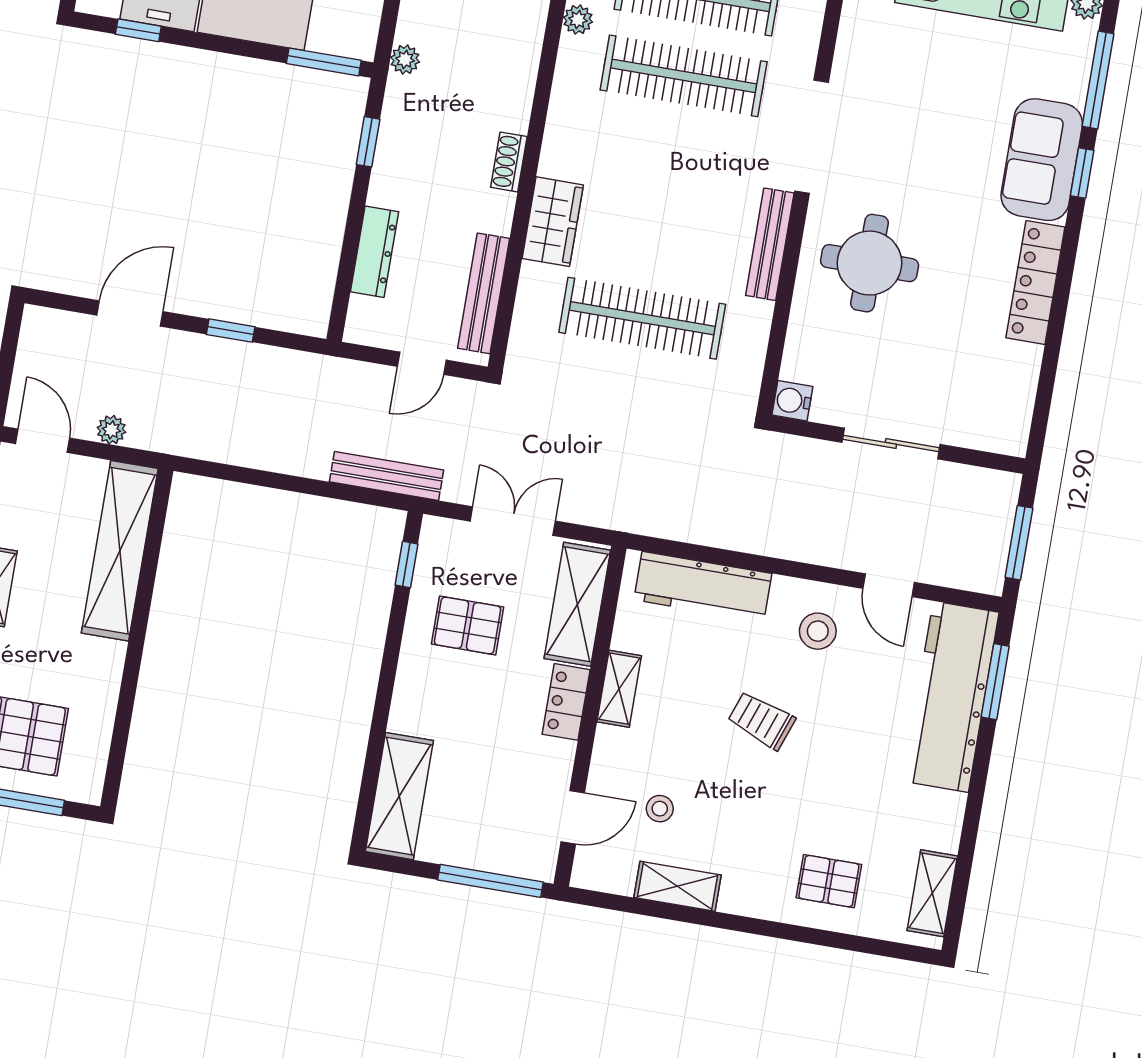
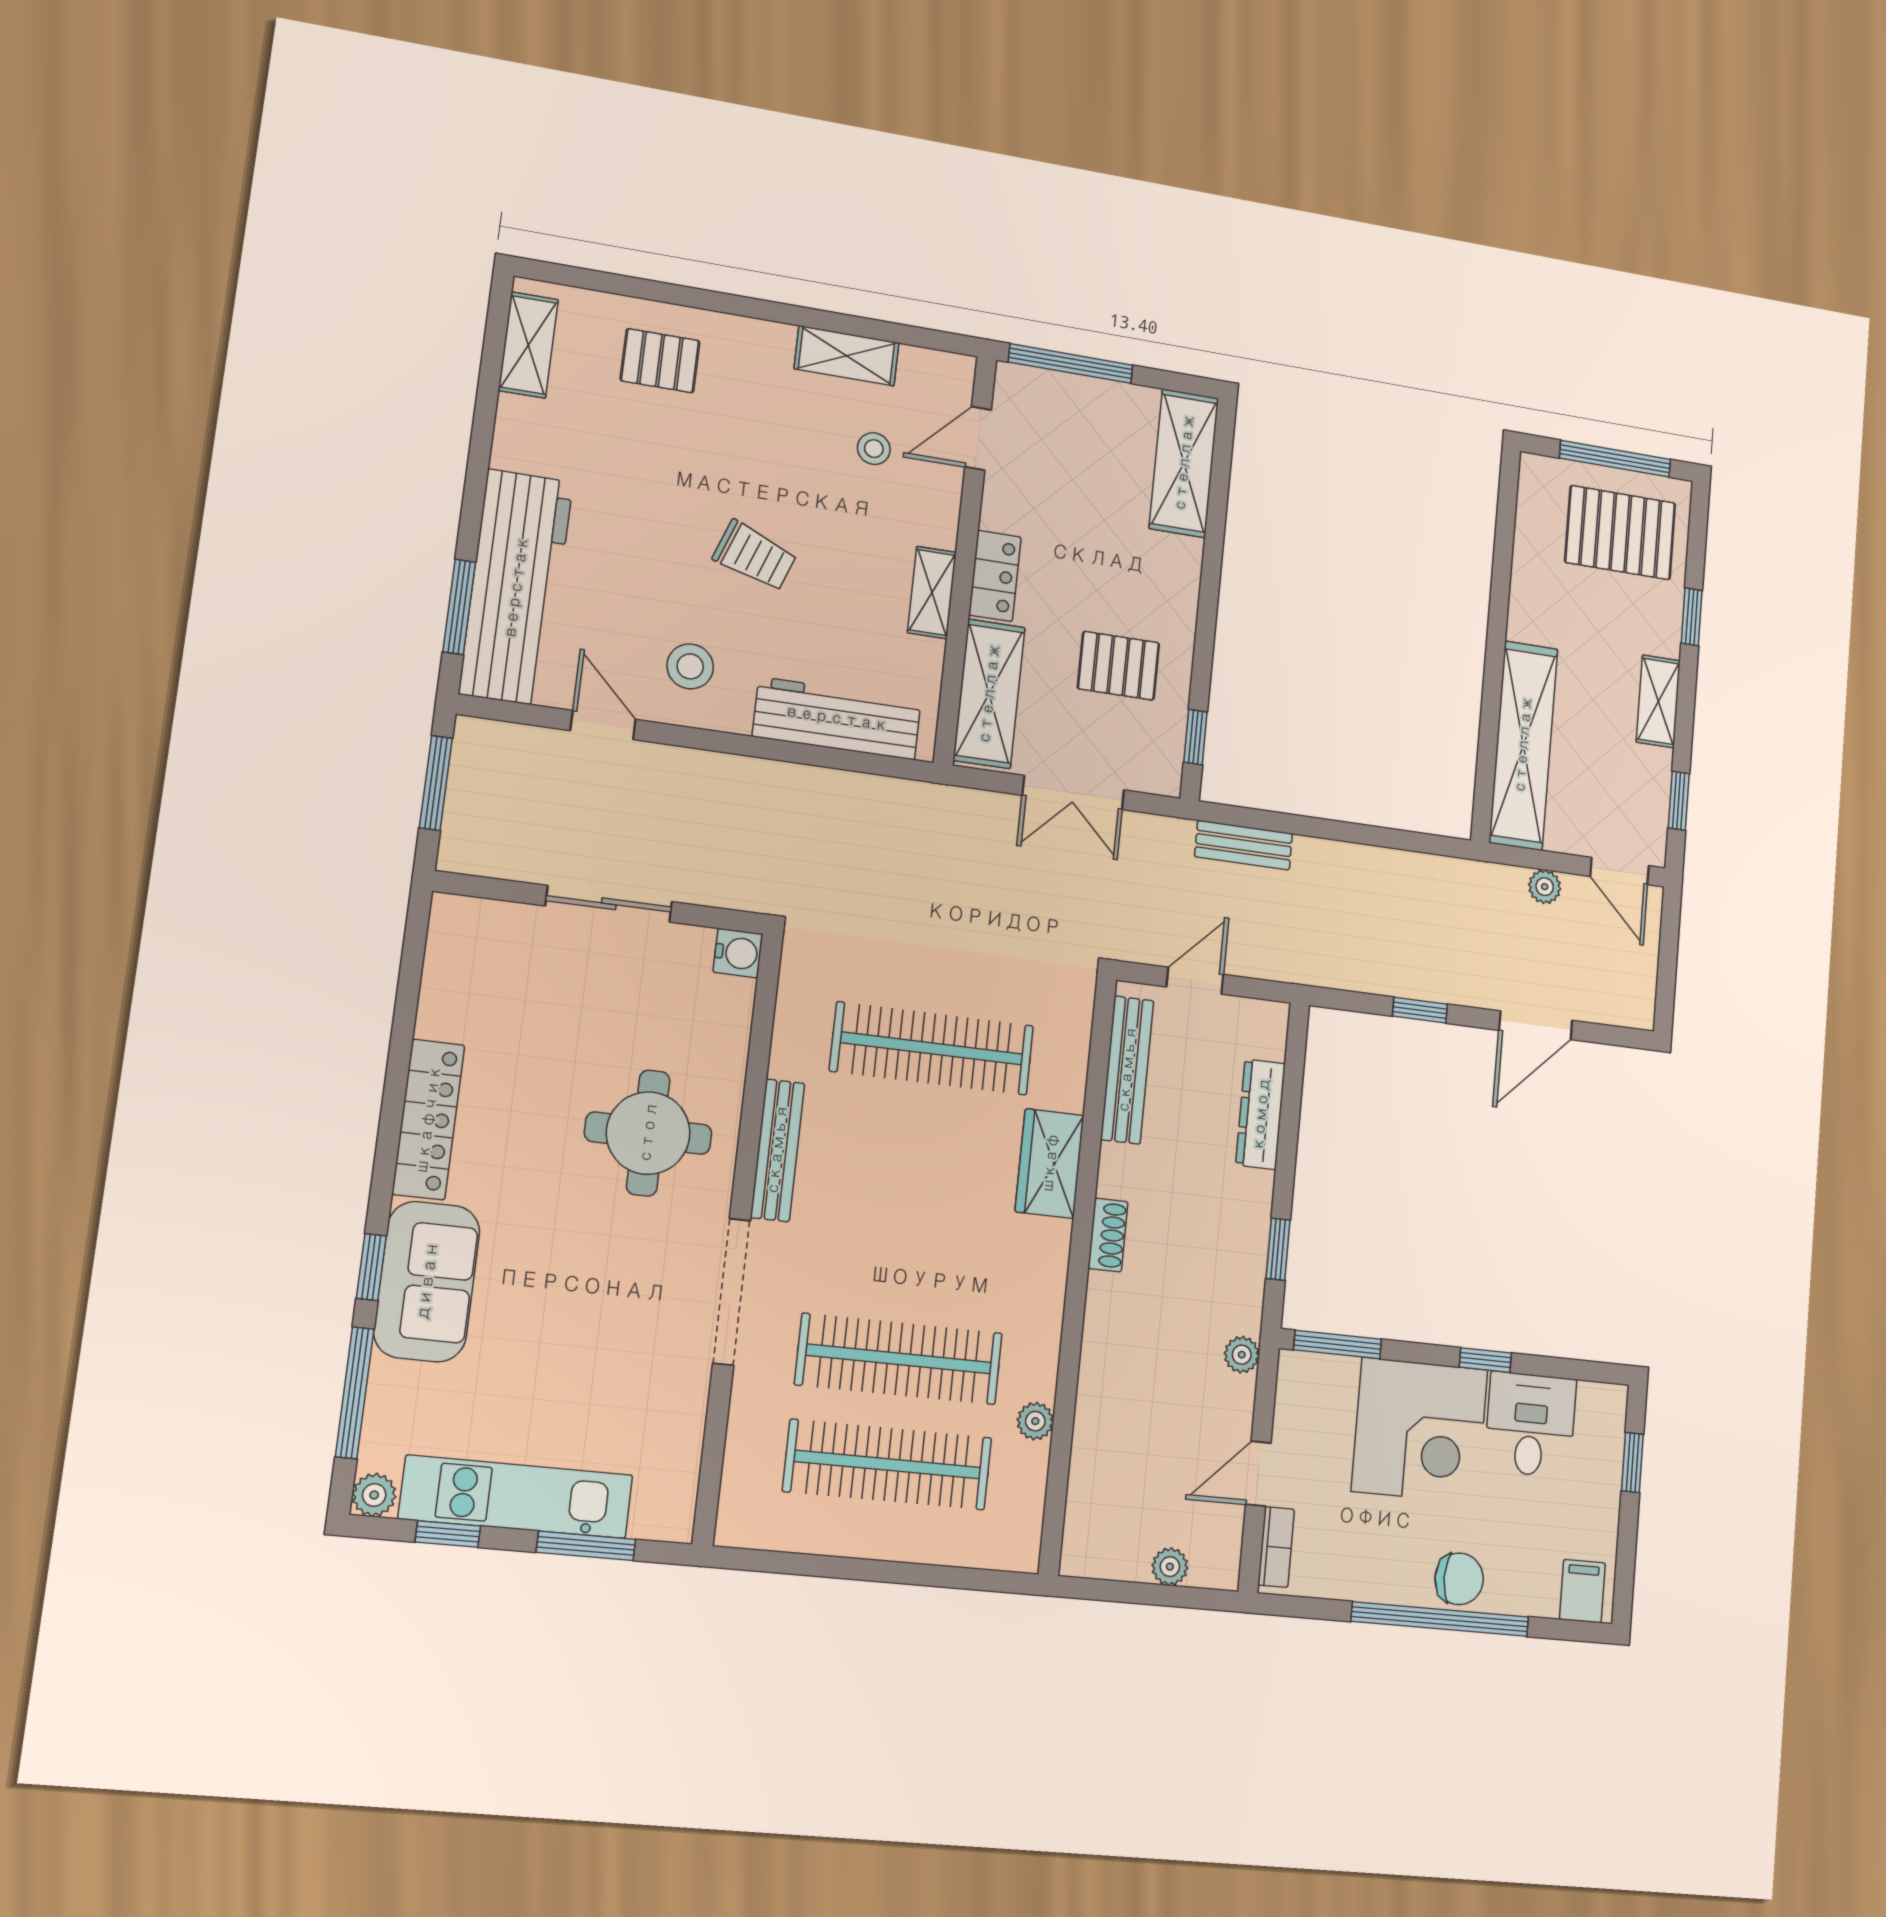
window: (138, 30) -> (1485, 1360), moved
bench: (387, 476) -> (1244, 845), width x0.73

